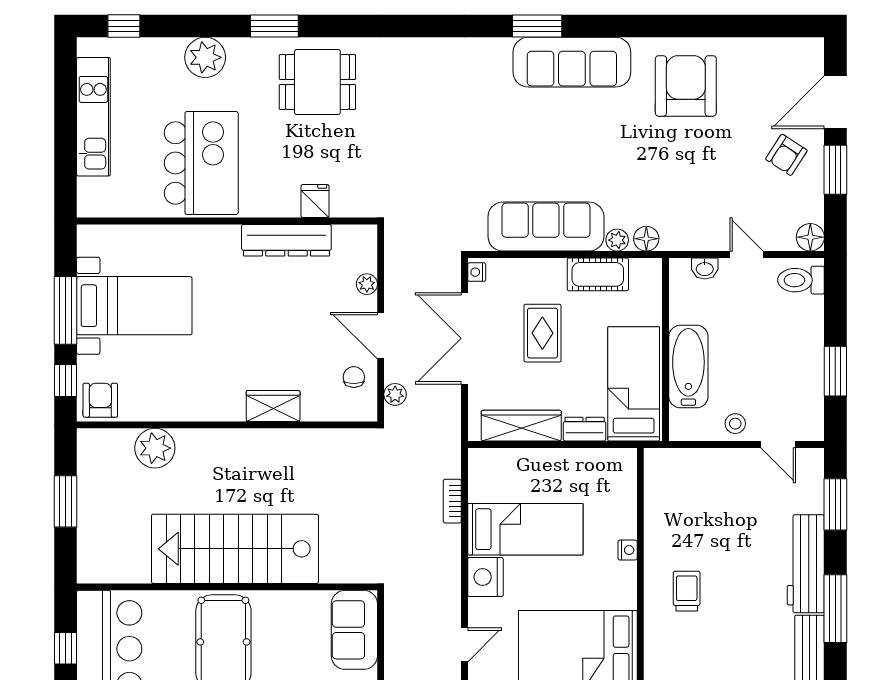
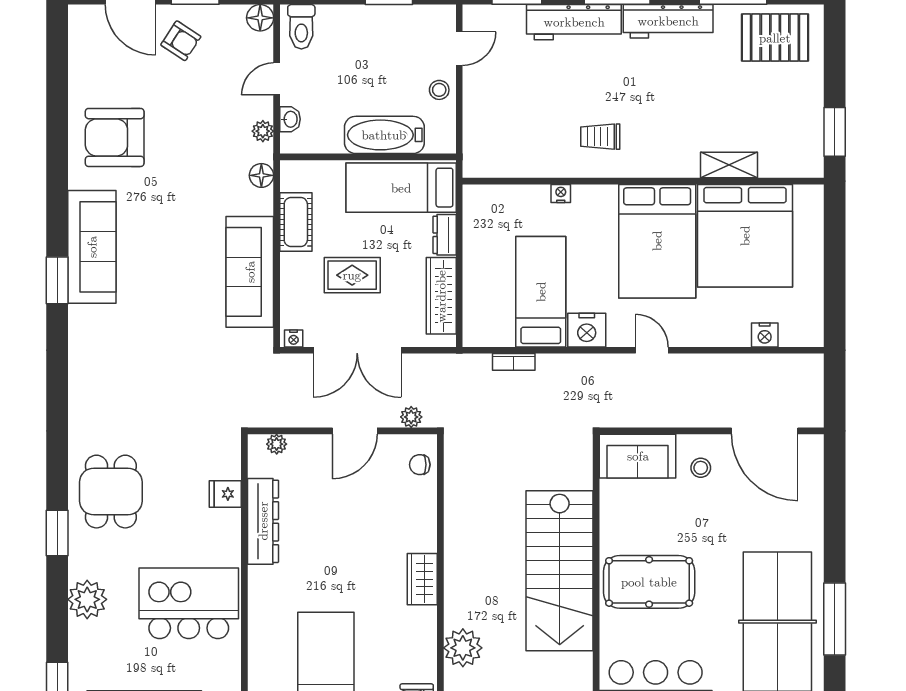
plant: (617, 240) -> (263, 131), moved
plant: (367, 284) -> (277, 444), moved
chair: (354, 377) -> (420, 465), moved
wardrobe: (273, 406) -> (422, 579), moved

